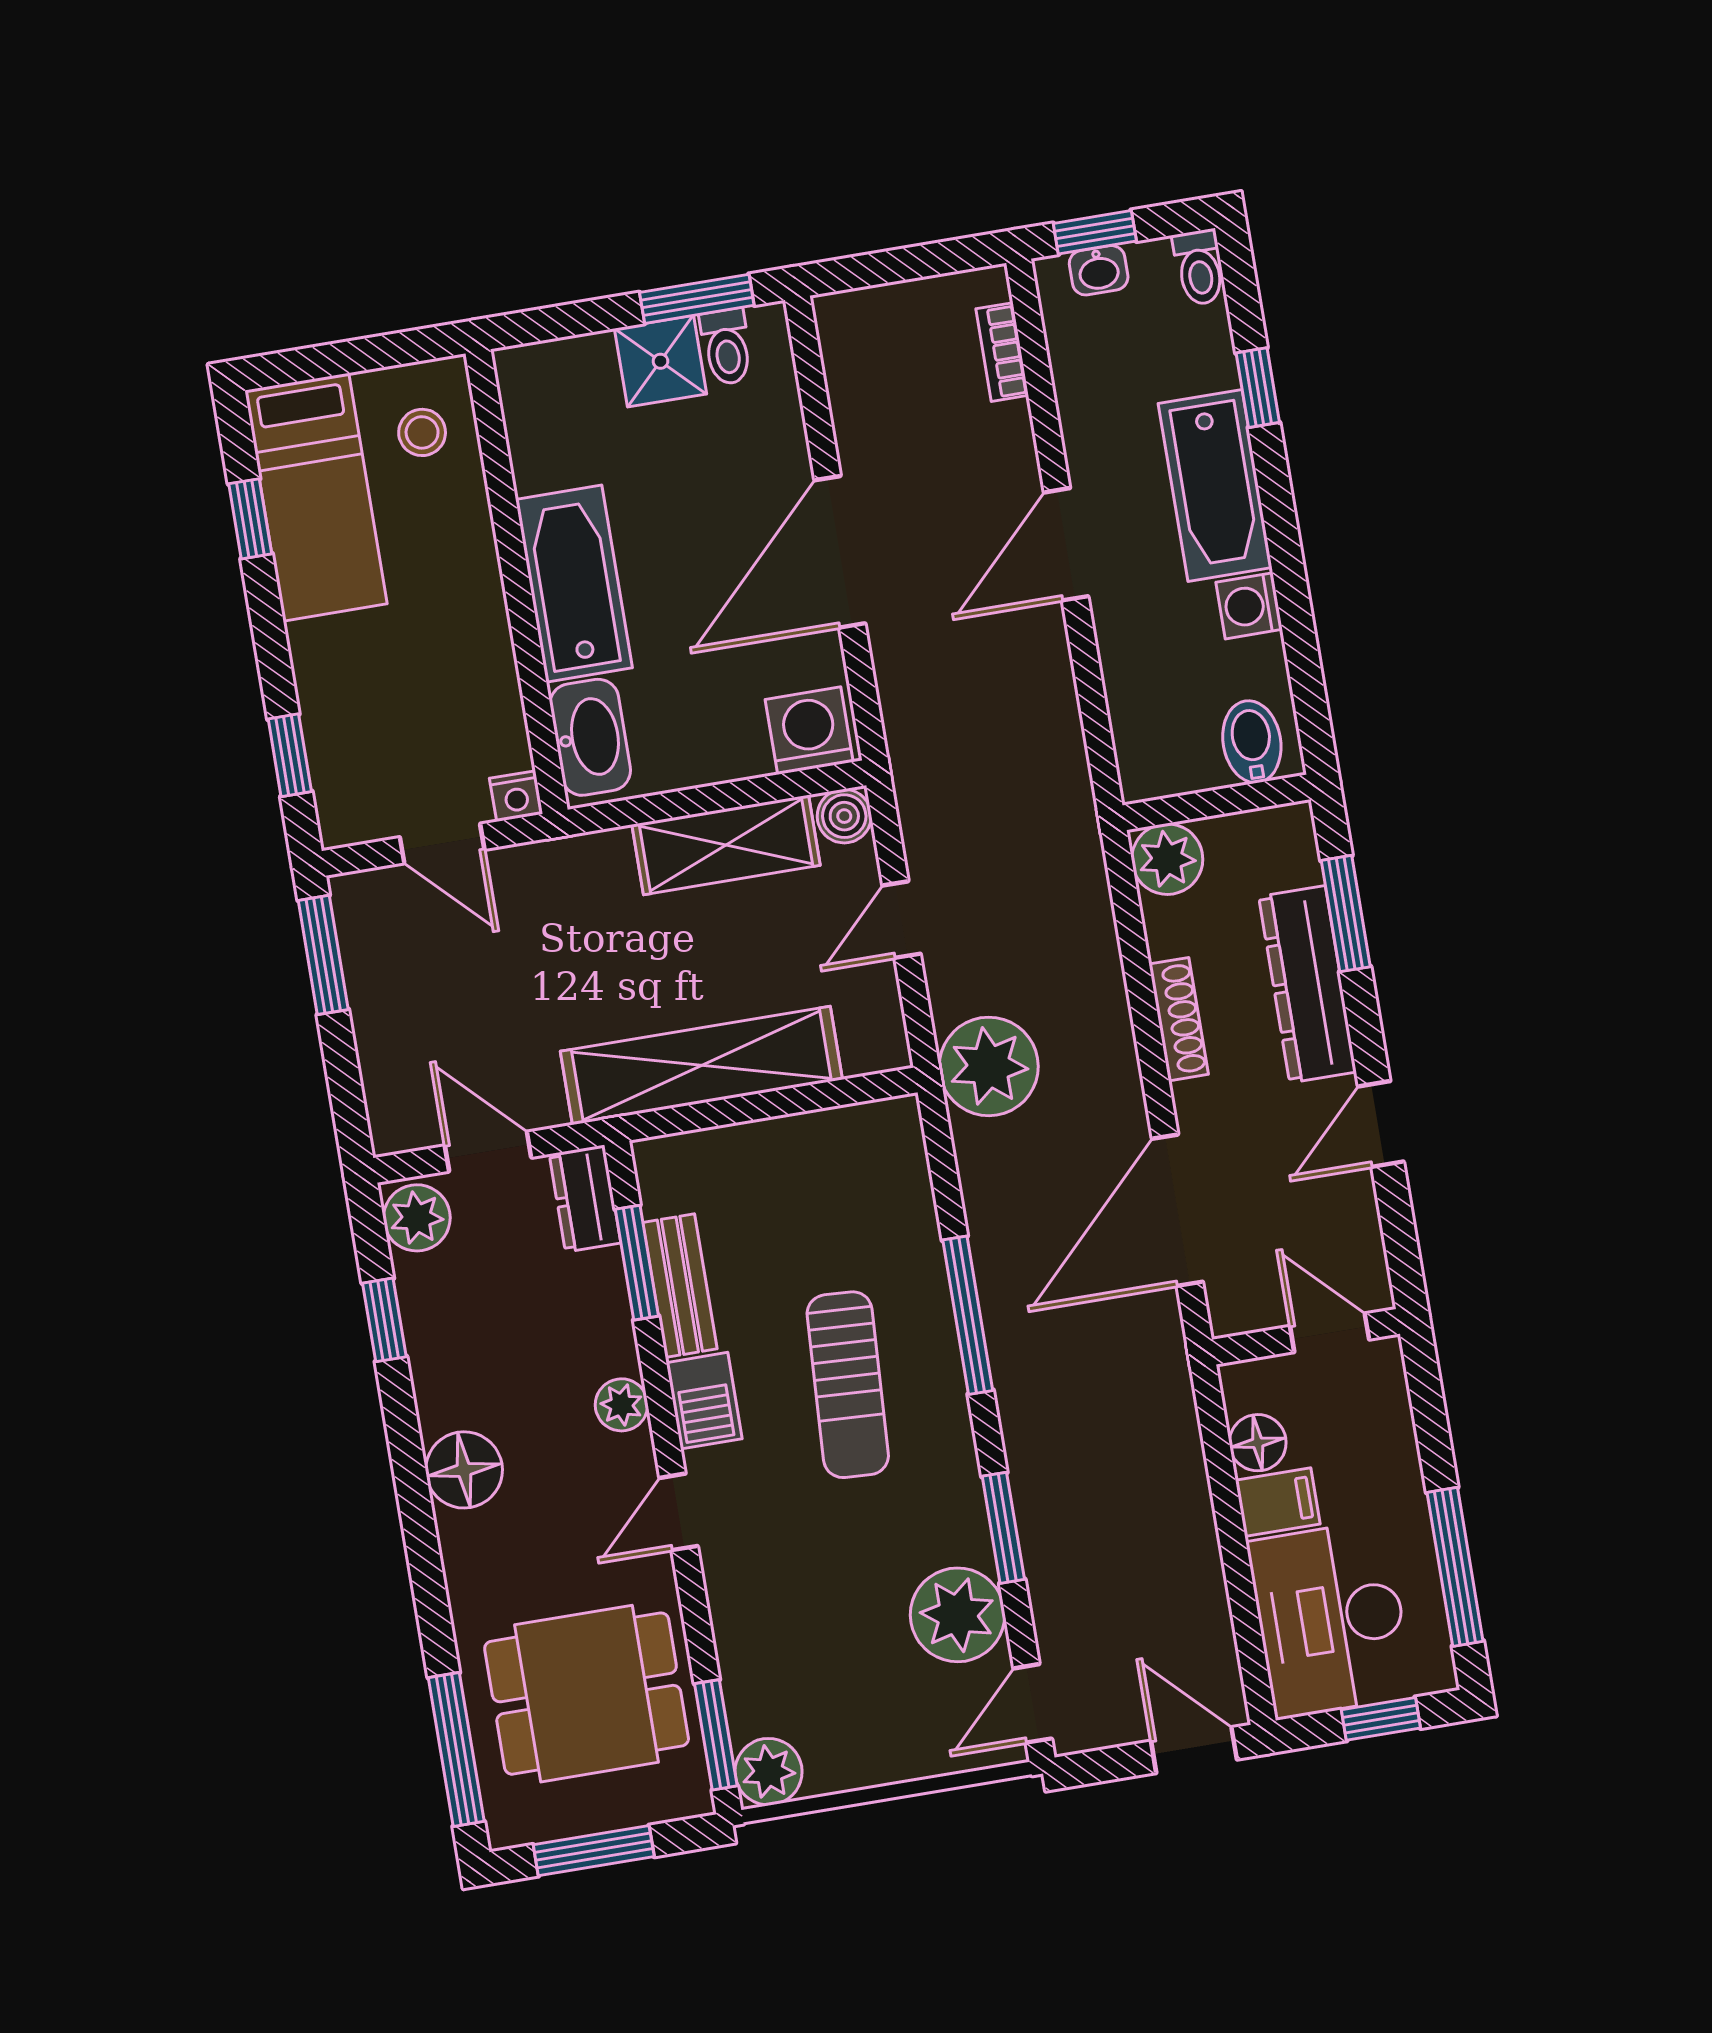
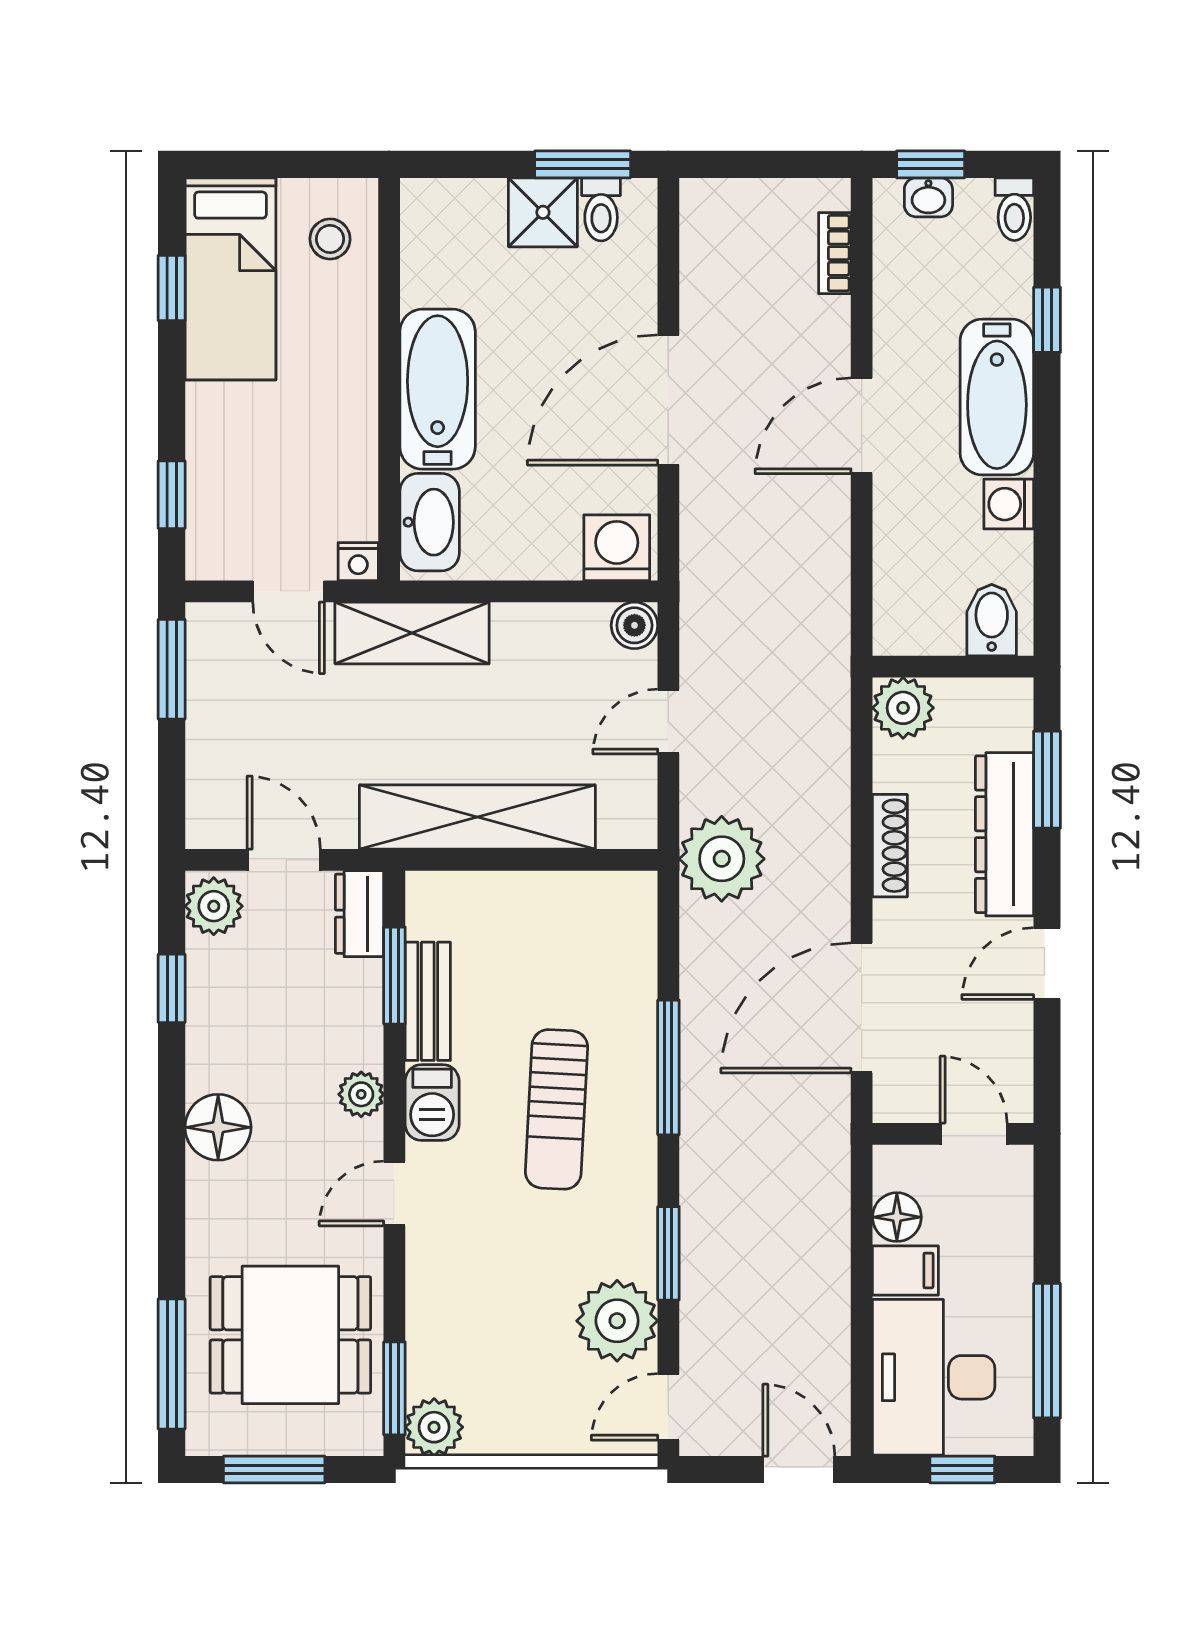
shelving: (726, 845) -> (412, 633), moved

